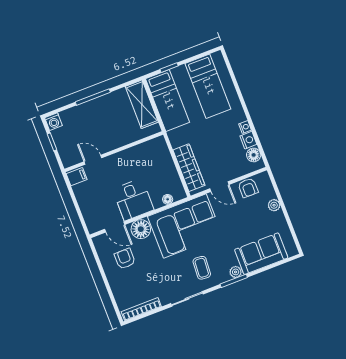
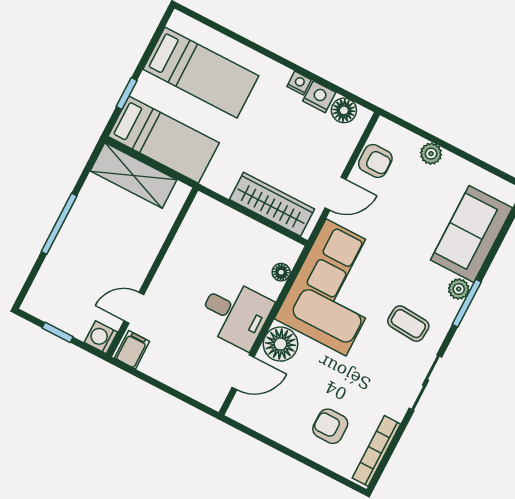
washing machine: (53, 122) -> (101, 337), moved, turned 180
armchair: (125, 259) -> (330, 426), moved

